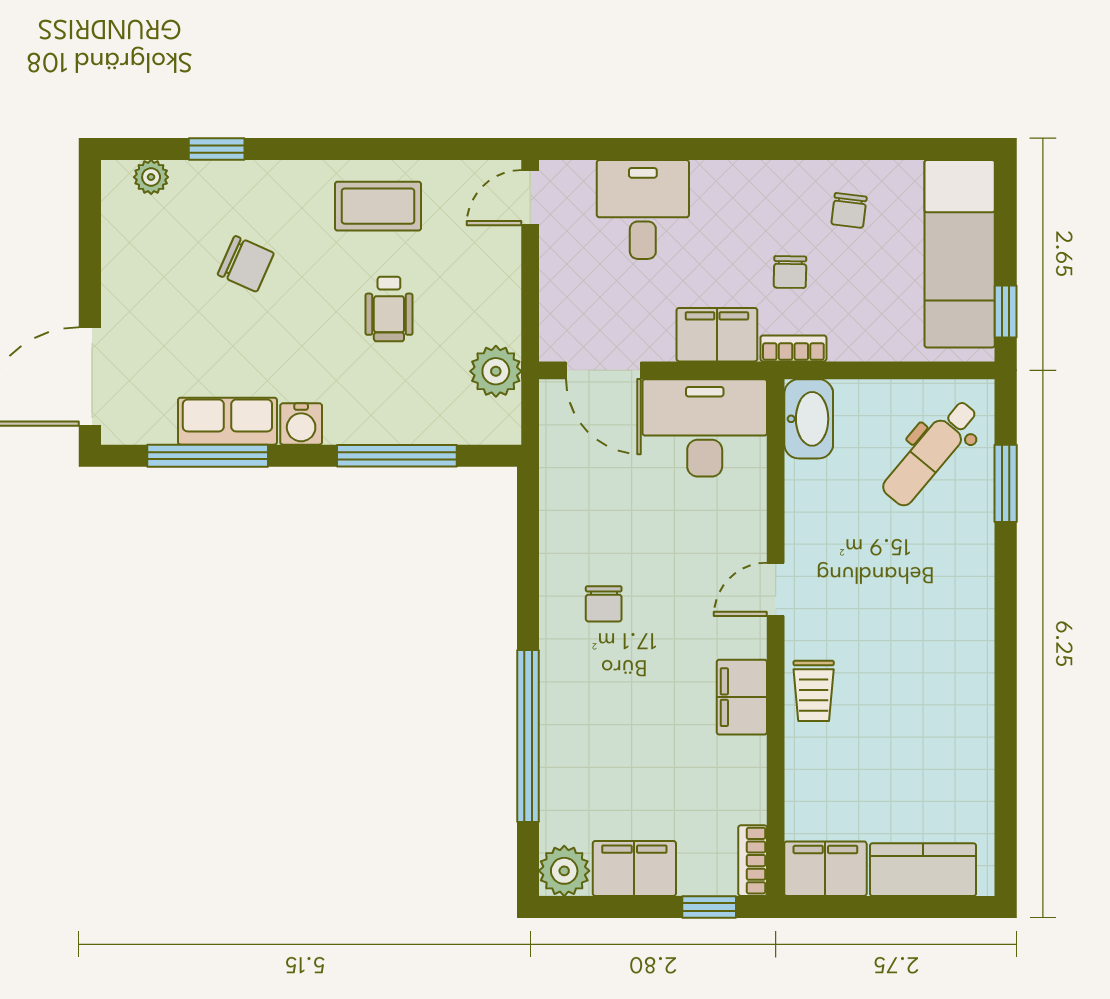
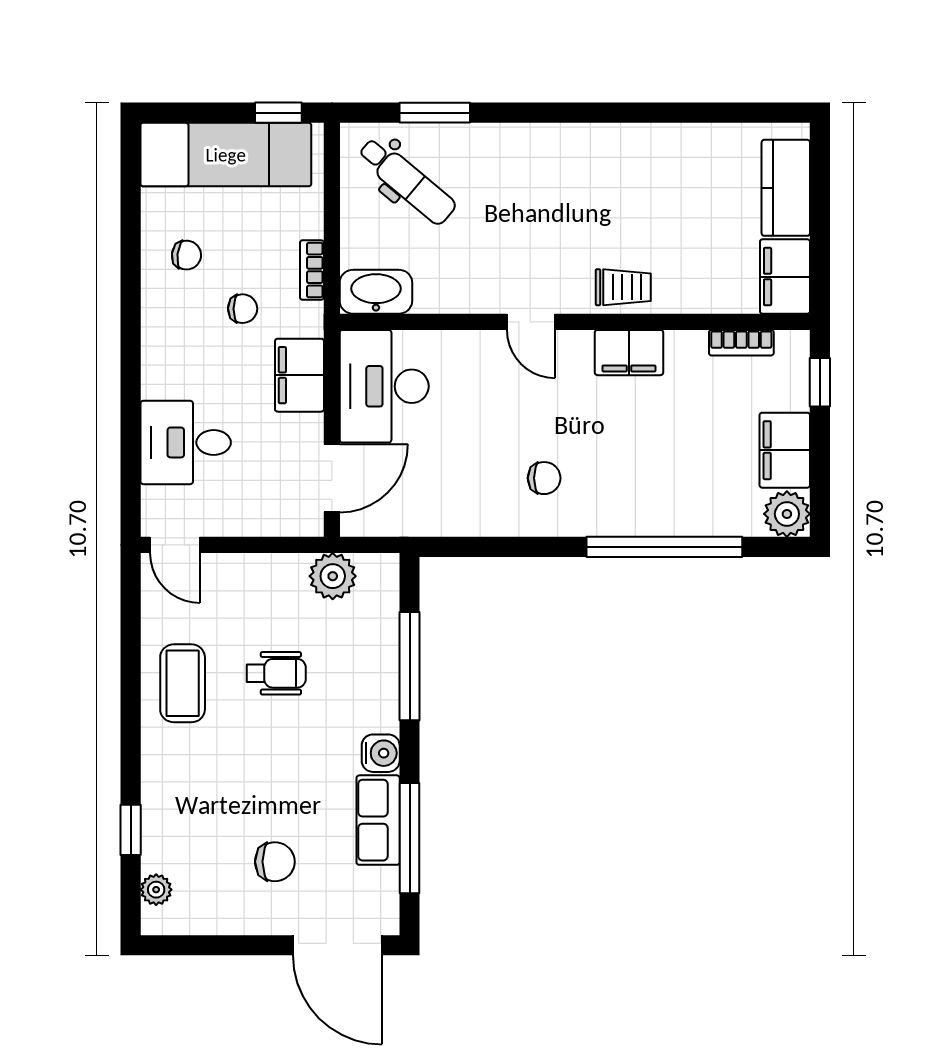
chair: (246, 264) -> (275, 862), moved, turned 66
bookcase: (793, 348) -> (312, 270), moved
bookcase: (753, 861) -> (741, 343), moved

